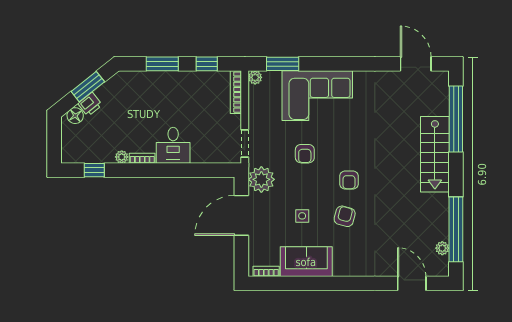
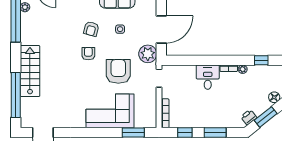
plant: (255, 77) -> (152, 123), removed
printer: (90, 104) -> (249, 117), moved
armchair: (305, 154) -> (118, 71), width x1.88, depth x1.88

